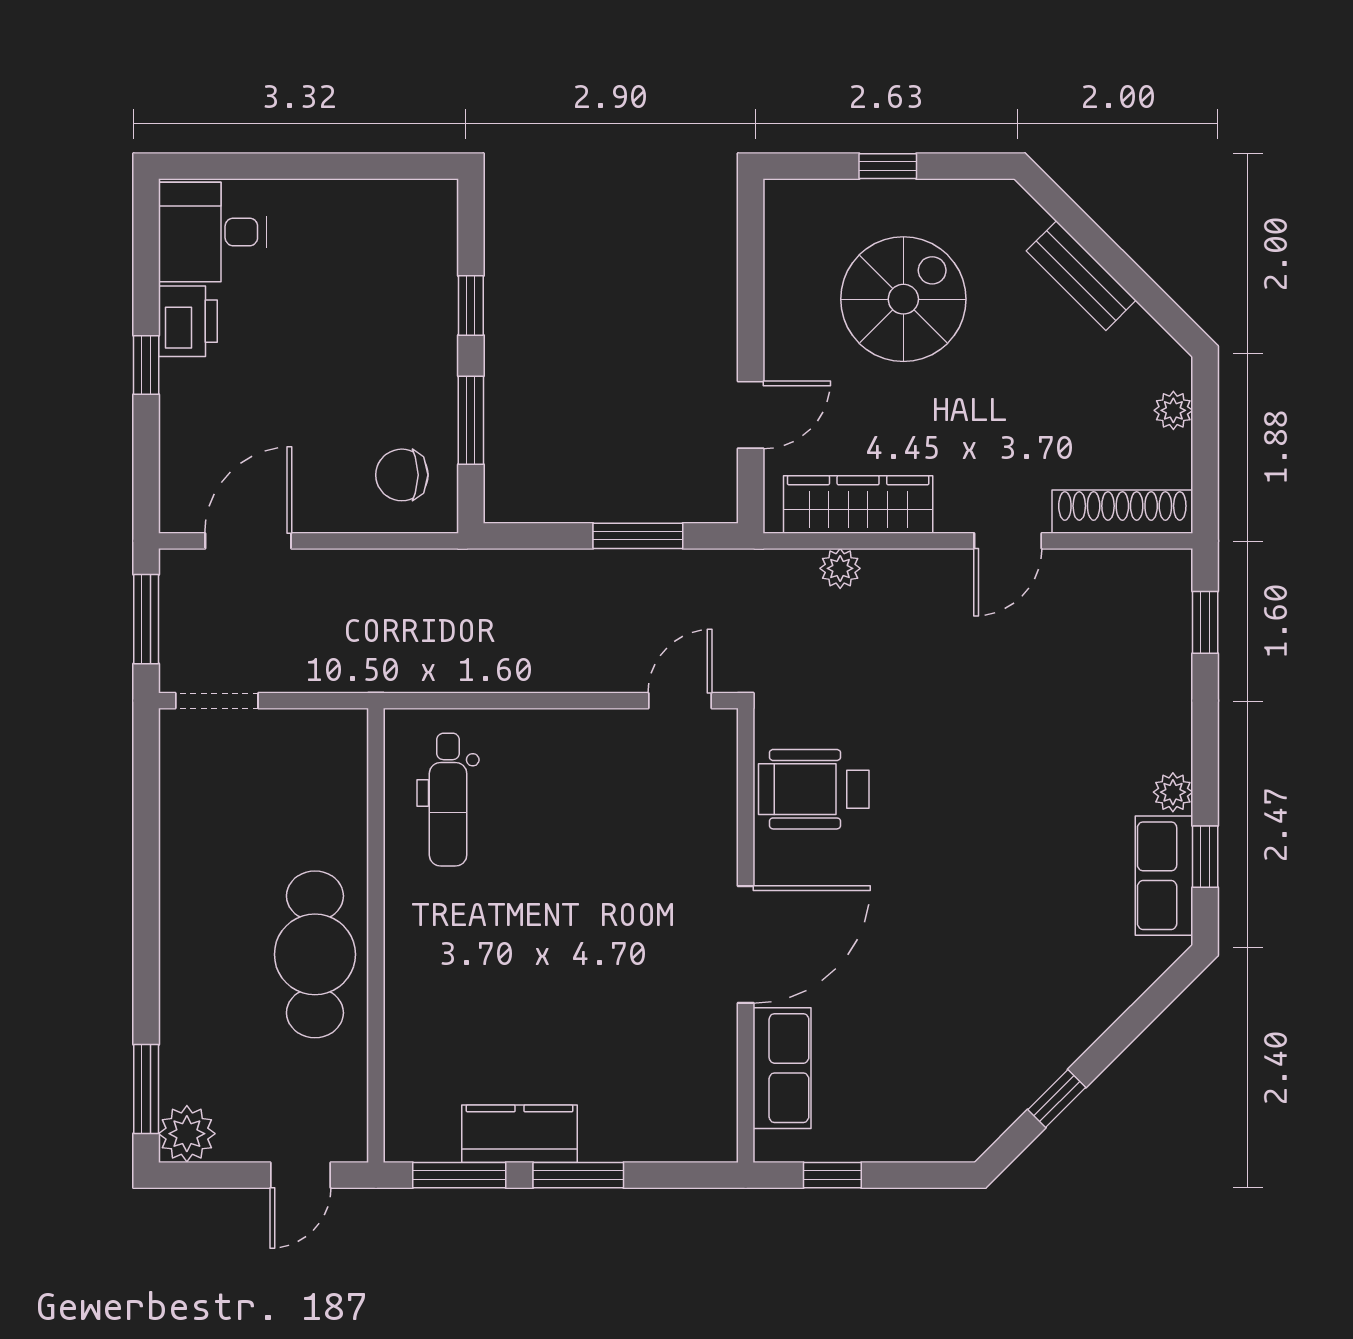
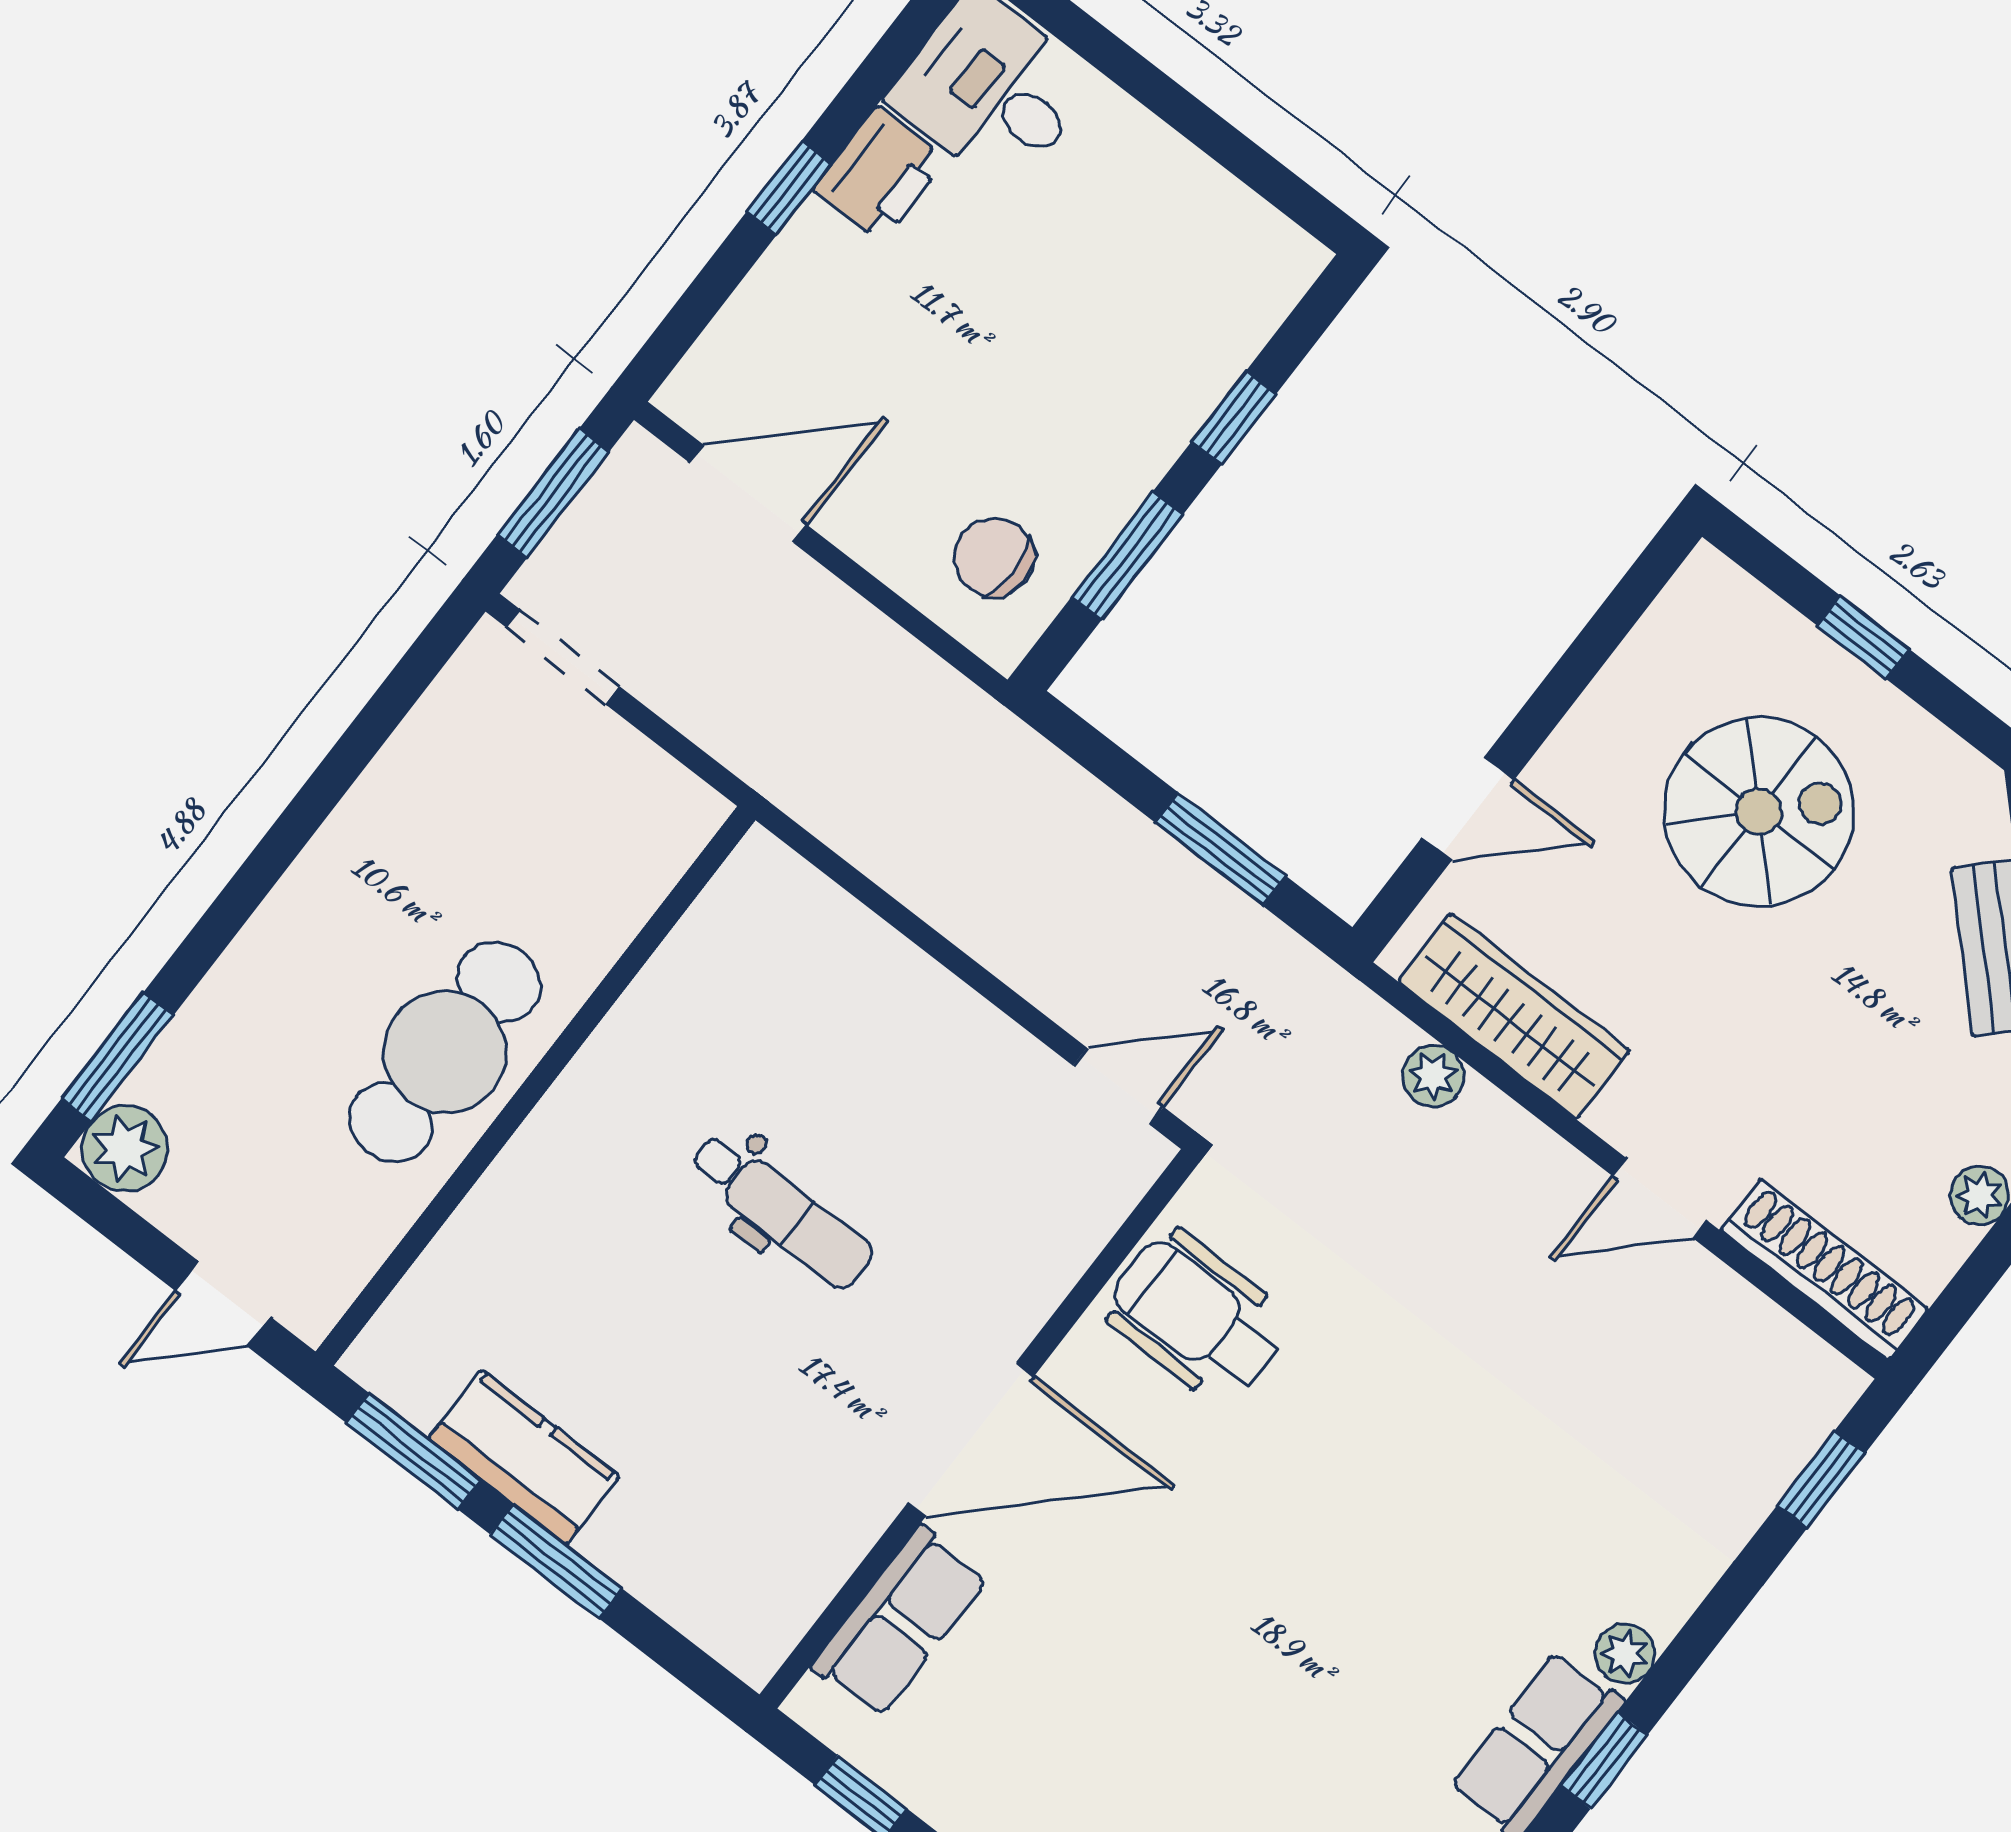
dental chair: (448, 800) -> (781, 1211), moved, turned -90

